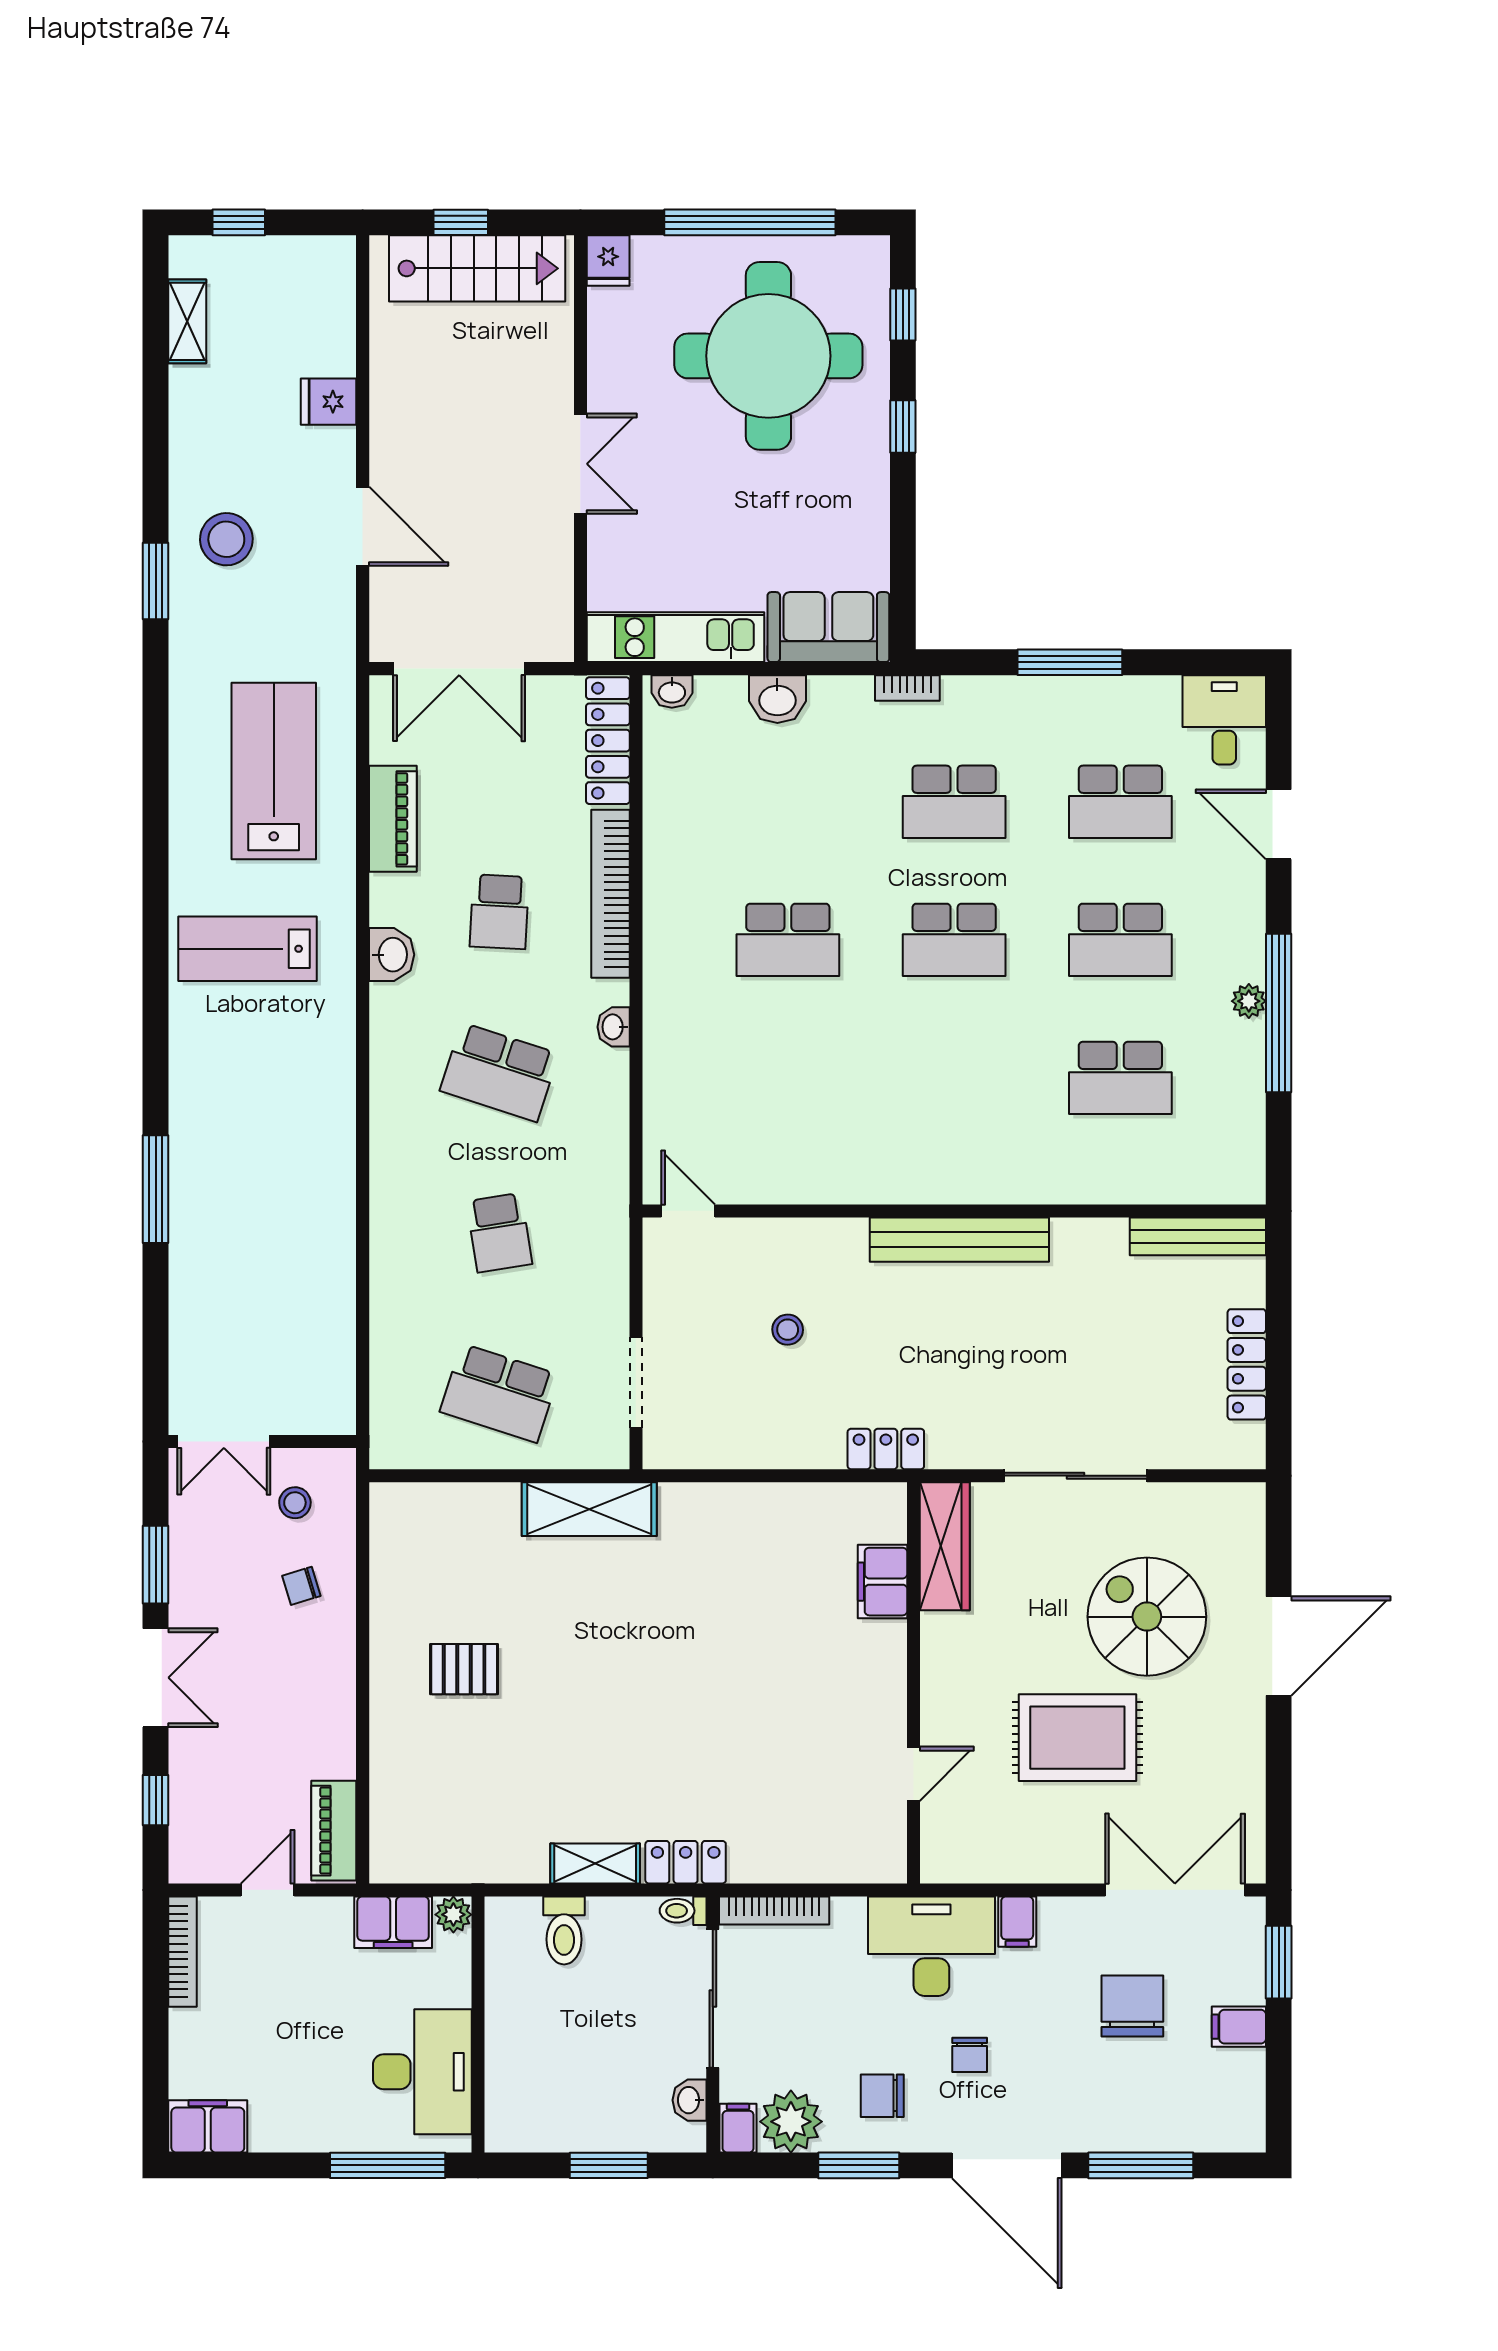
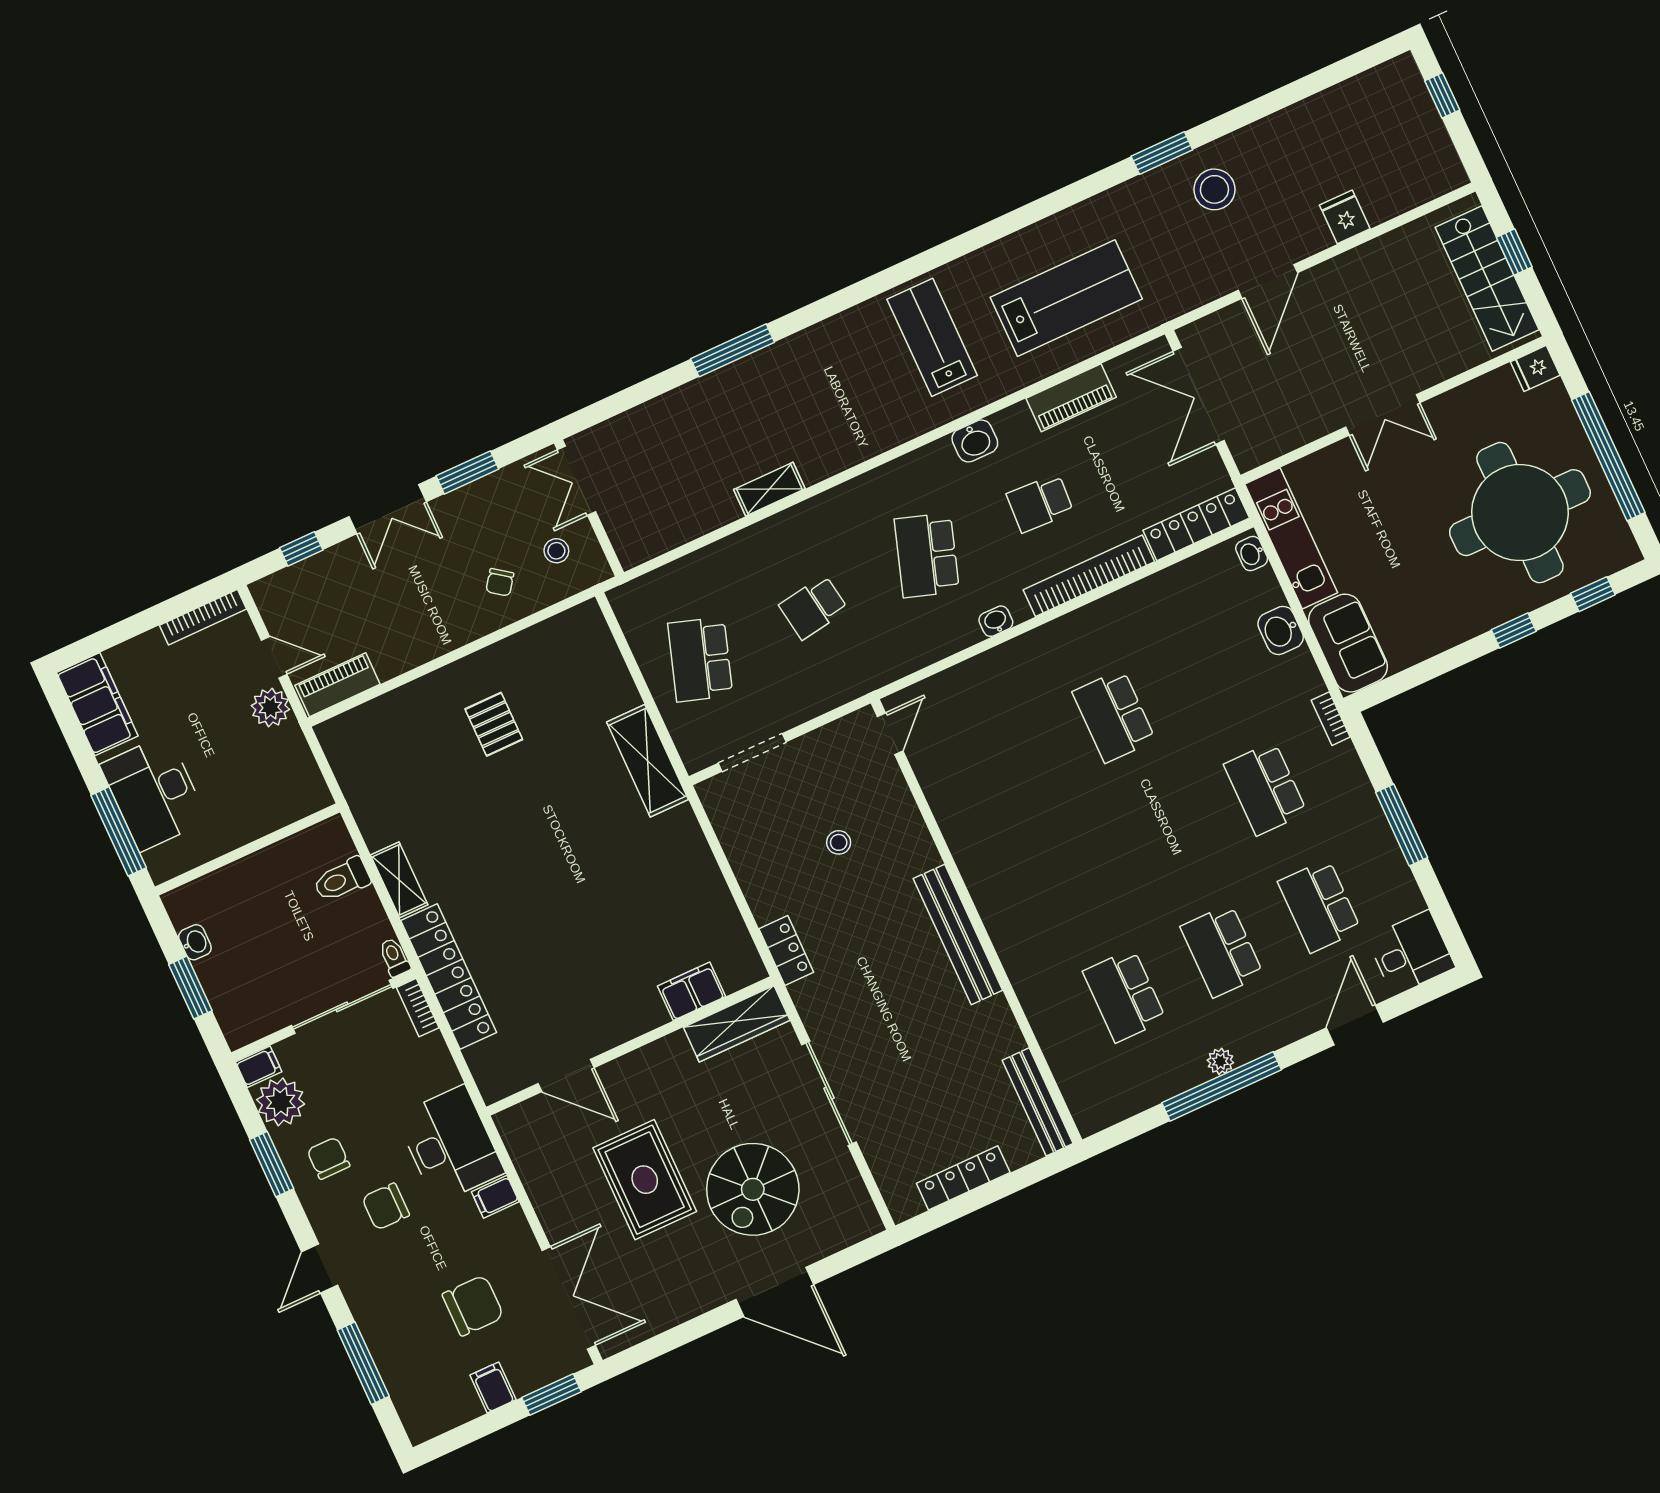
shelving: (187, 321) -> (769, 489), moved
school desk: (954, 940) -> (1168, 833), removed
chair: (301, 1586) -> (500, 582), turned -127
spiral stairs: (1147, 1617) -> (753, 1189), turned 180
door: (914, 1774) -> (566, 1076), width x1.38
locker: (686, 1862) -> (449, 977), width x2.16, depth x1.21
bookcase: (774, 1910) -> (418, 1008), width x0.64
plant: (453, 1915) -> (270, 707), moved, width x1.38, depth x1.38
filing cabinet: (393, 1922) -> (292, 756), removed
chair: (970, 2055) -> (386, 1207), width x1.37, depth x1.37
desk: (422, 2072) -> (154, 793), moved, turned 90
washbasin: (690, 2100) -> (195, 942), moved, turned 90
filing cabinet: (208, 2126) -> (97, 704), width x1.50, depth x1.17
door: (1007, 2165) -> (320, 1269), width x0.53

